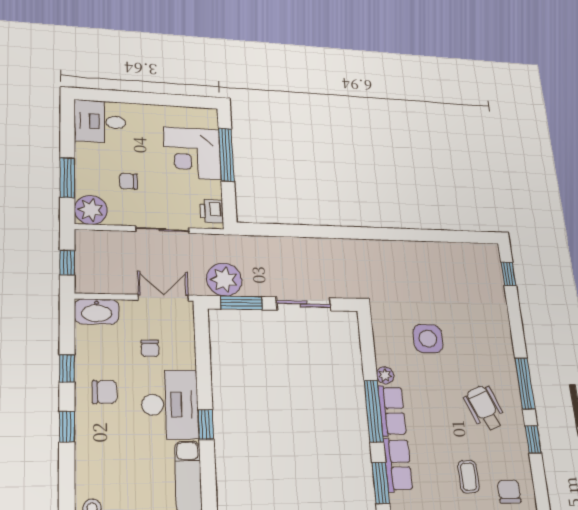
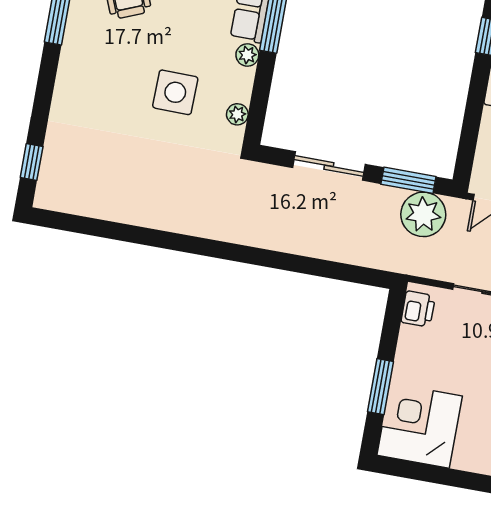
corner desk: (192, 153) -> (420, 426), moved, turned -90
window: (226, 155) -> (380, 387), width x0.69
plant: (380, 330) -> (237, 114), added

